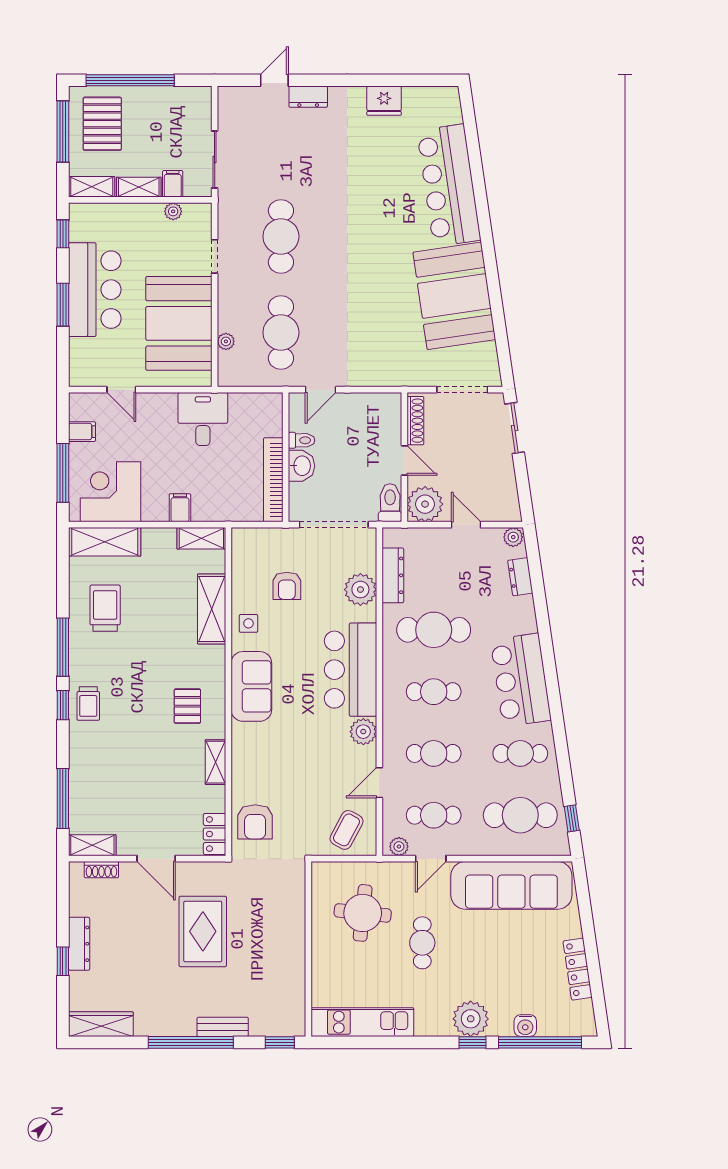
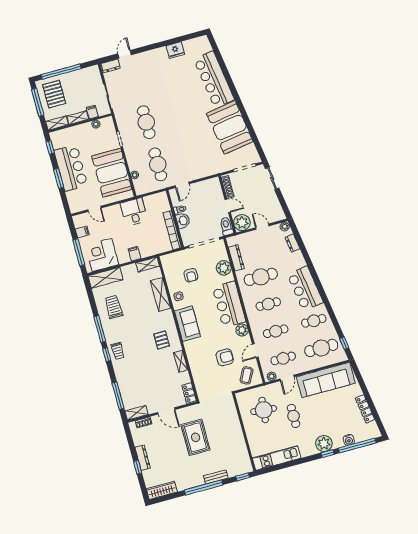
dresser: (308, 97) -> (111, 66), moved
armchair: (255, 822) -> (225, 357), moved, turned -90

